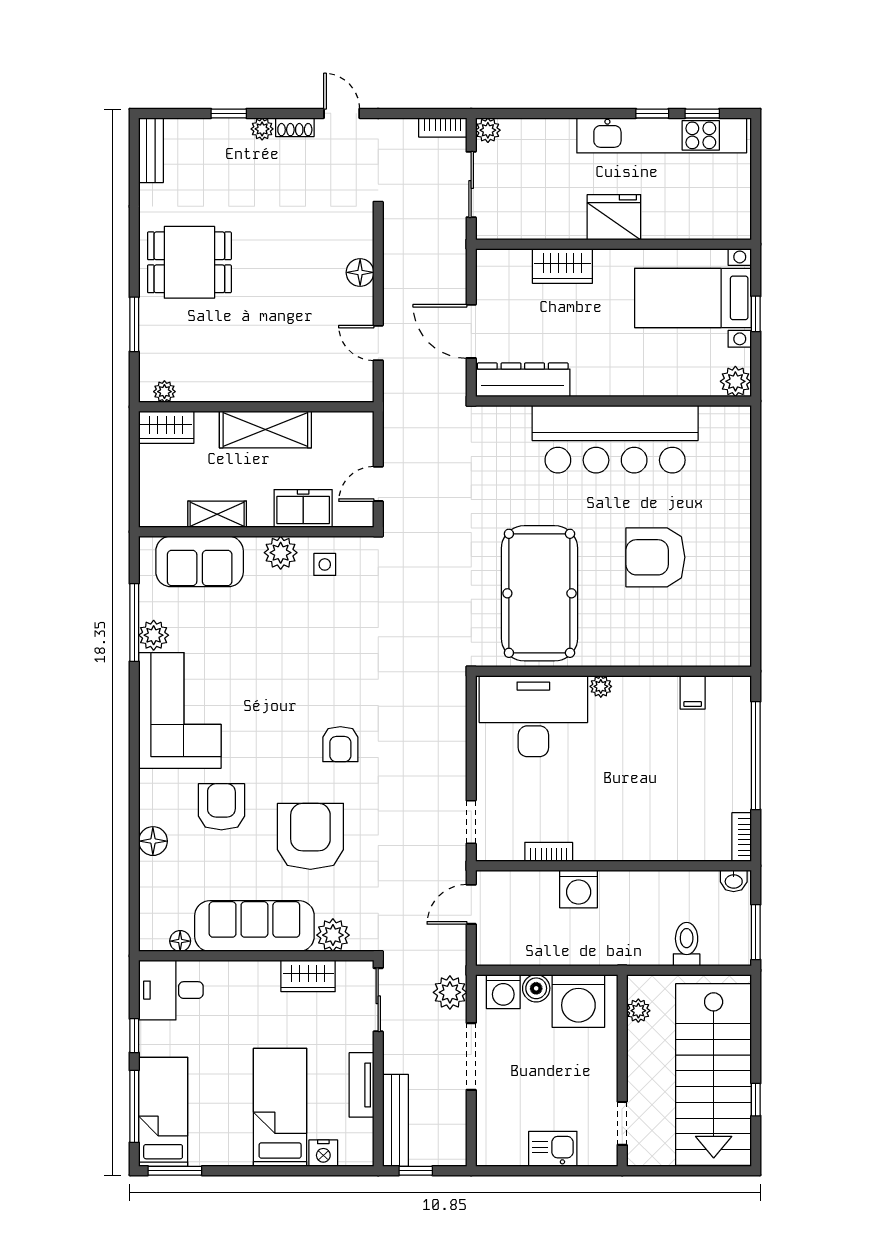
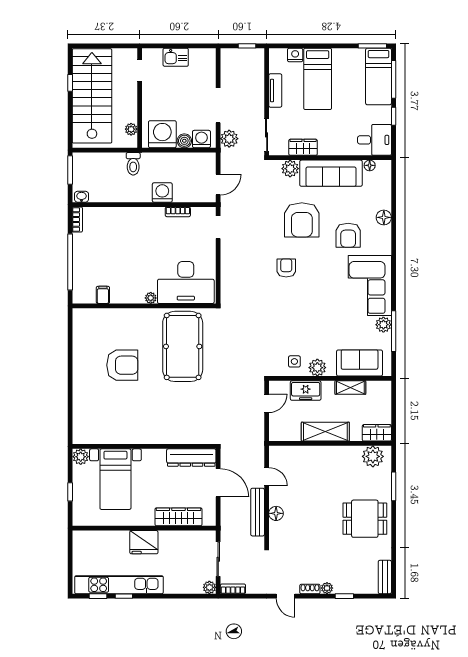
wardrobe: (562, 266) -> (178, 517), width x1.50
bed with nightstands: (693, 298) -> (115, 479), moved, turned 90
plant: (164, 392) -> (373, 456), width x1.88, depth x1.88
bar counter: (615, 439) -> (143, 427), removed
toilet: (687, 944) -> (133, 164), moved
bench: (395, 1120) -> (258, 512), moved

